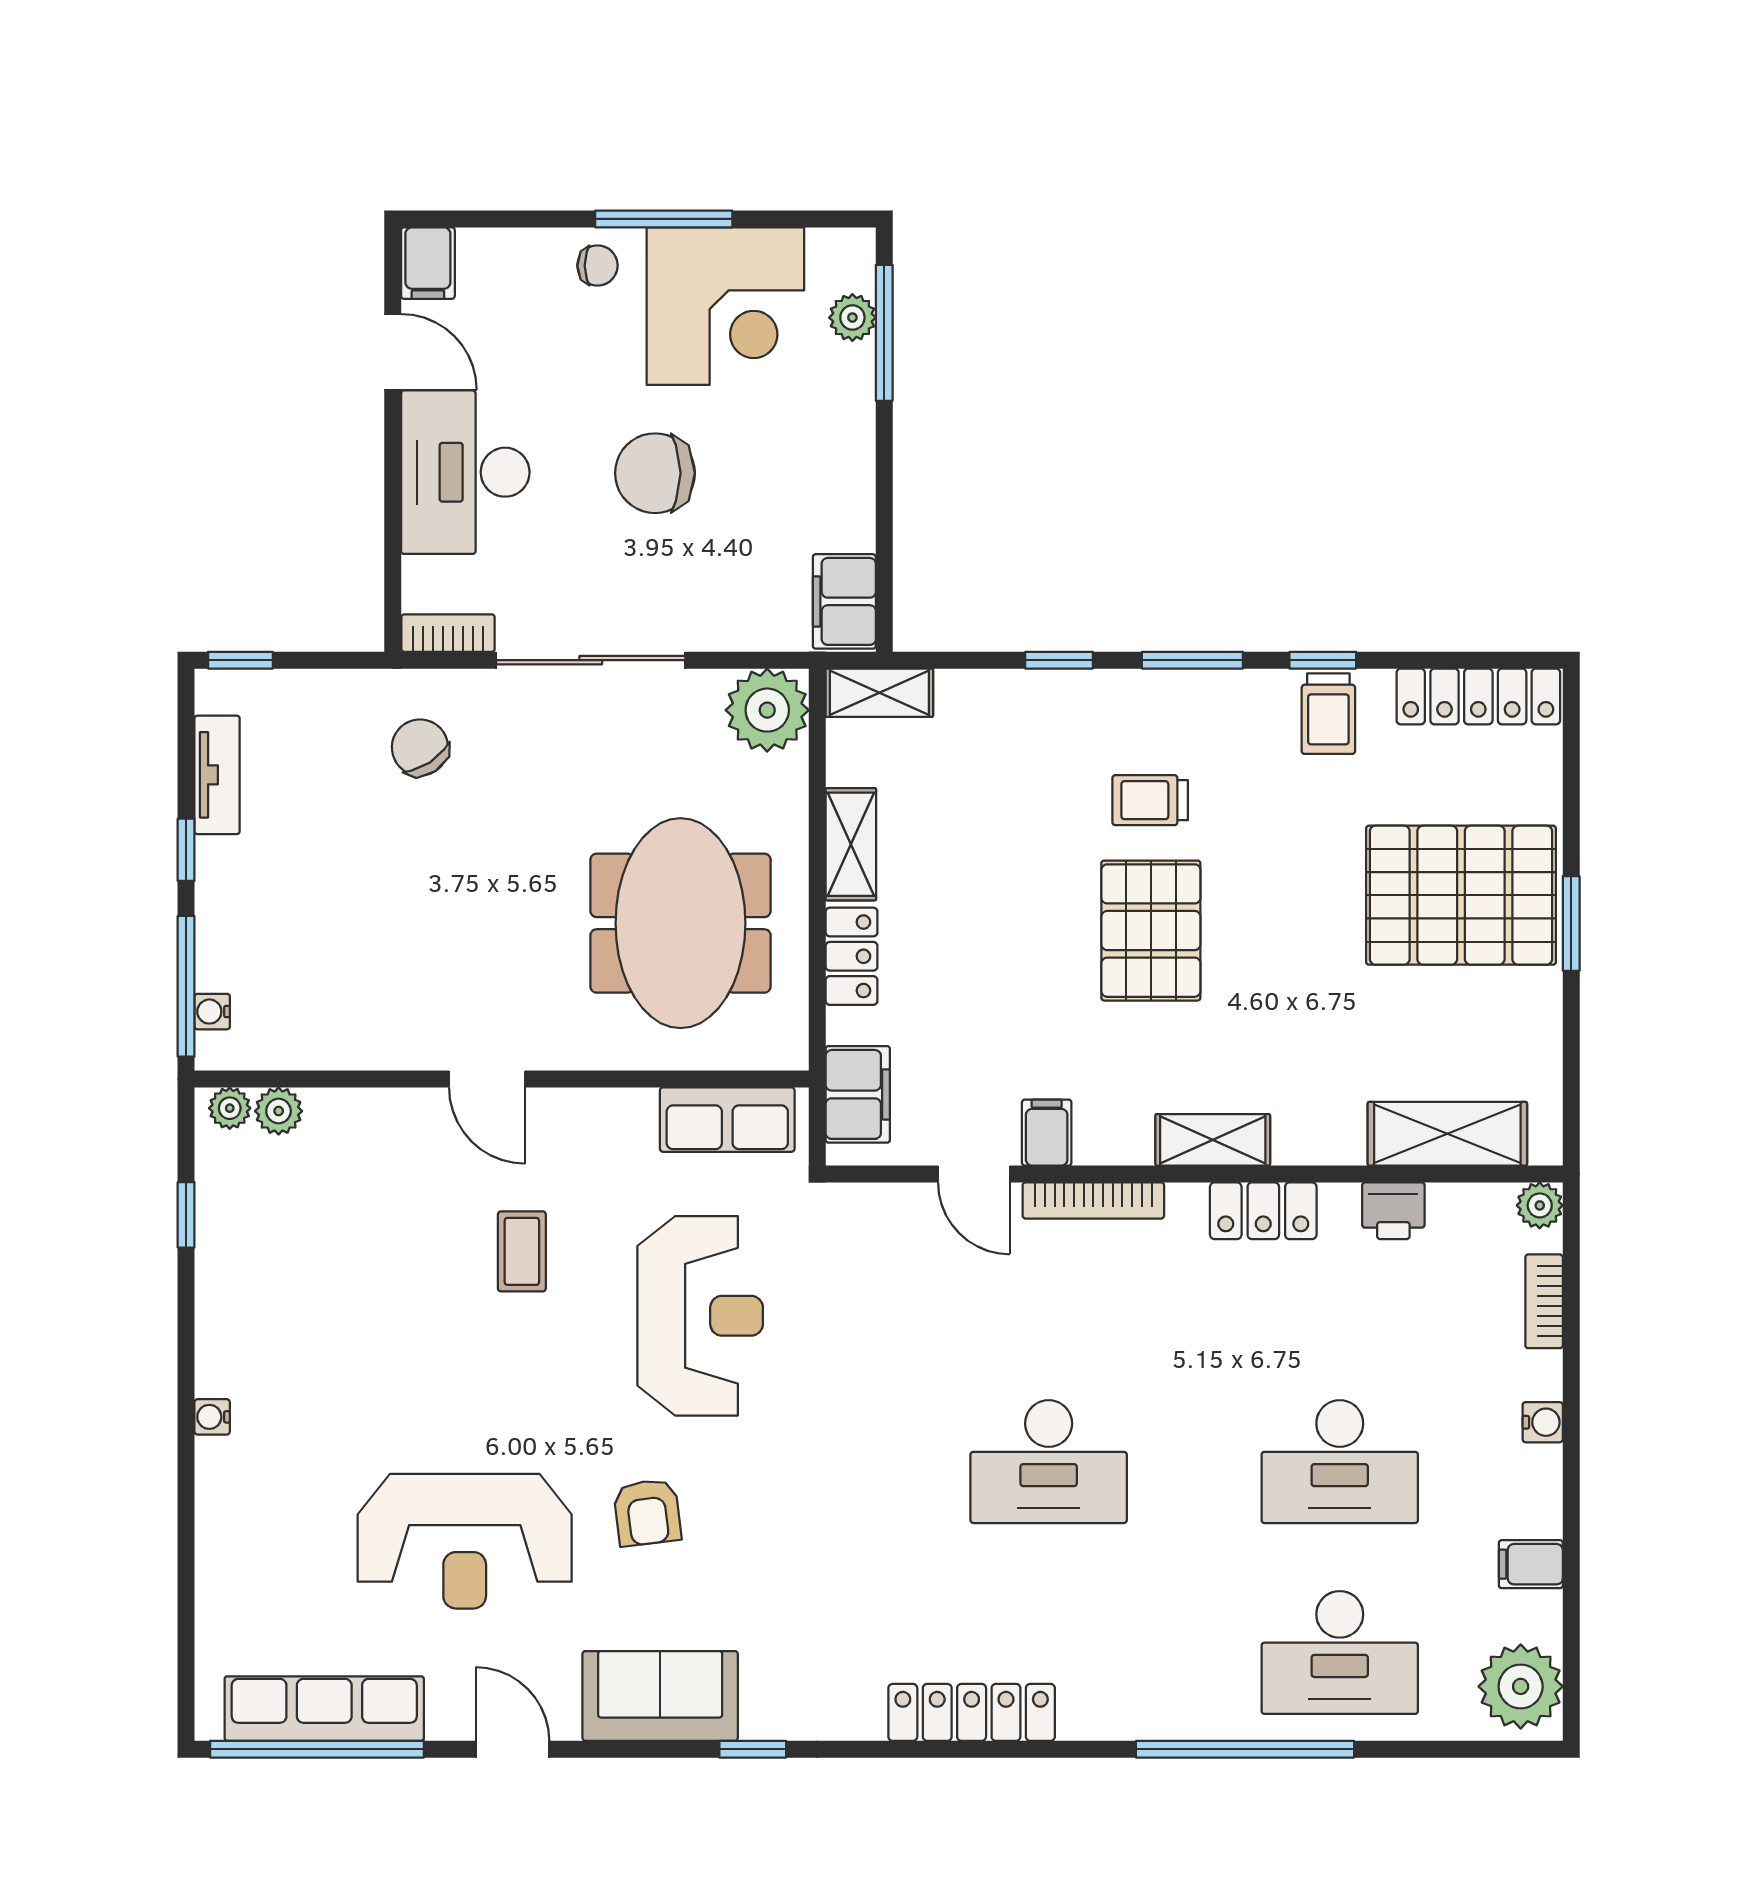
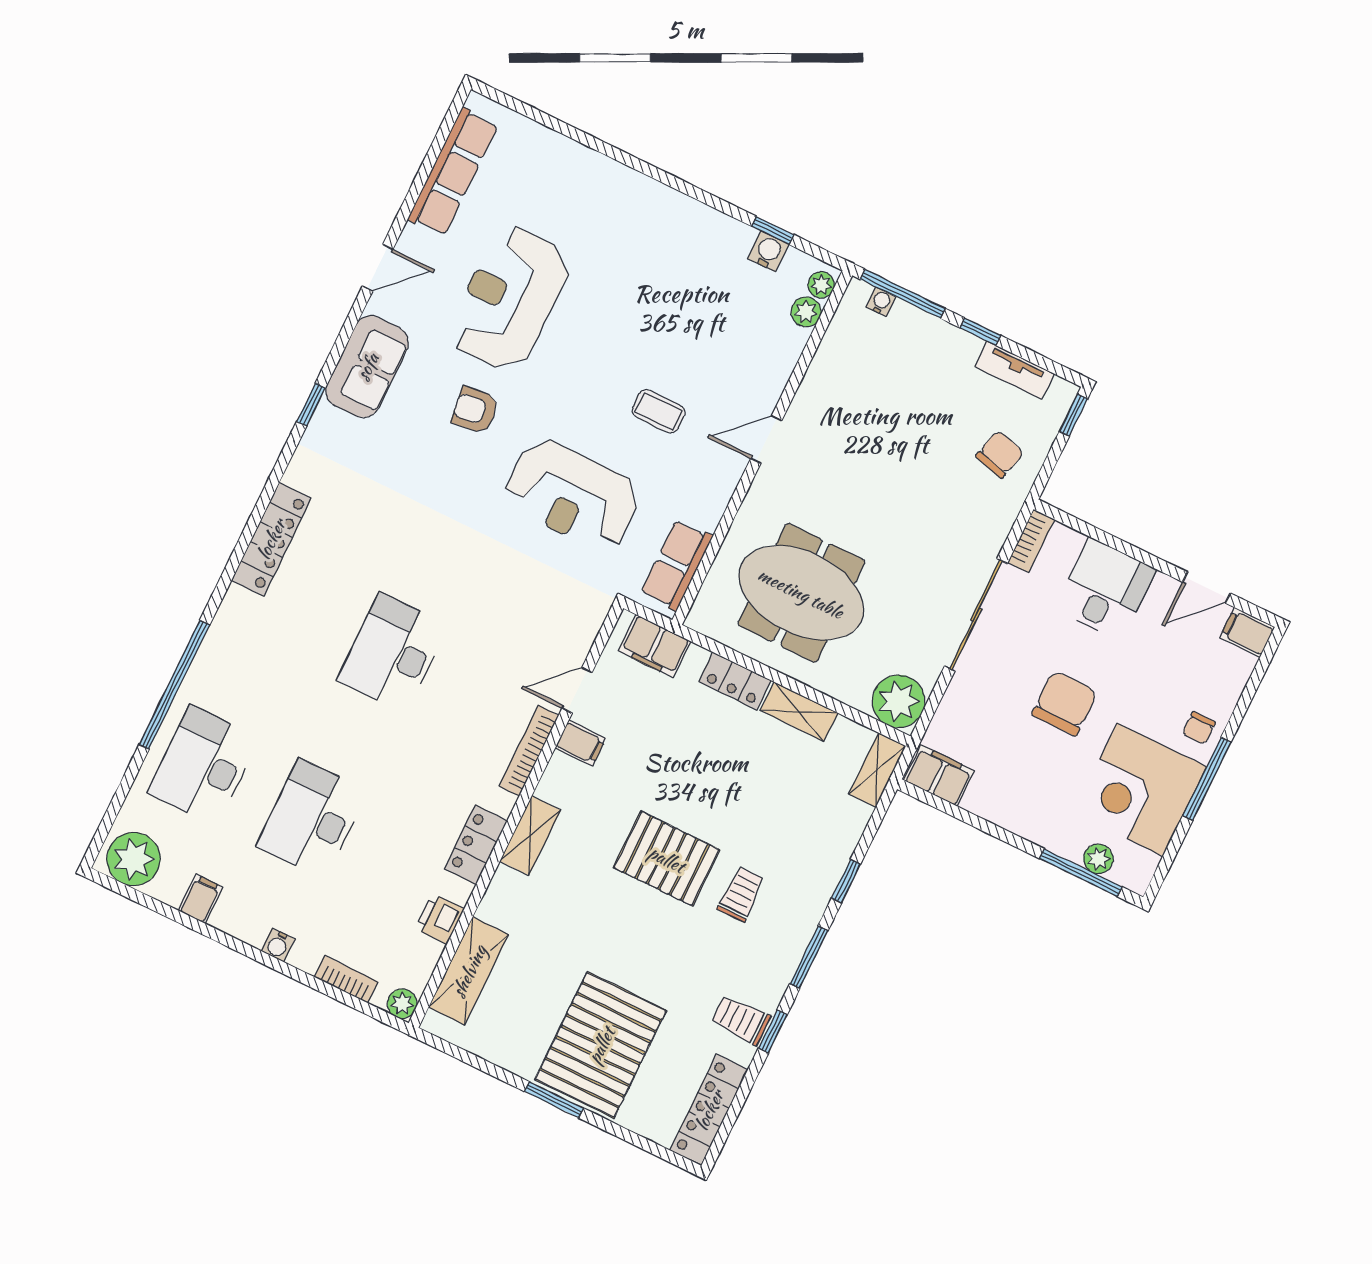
desk: (465, 472) -> (1105, 589), width x0.73
chair: (420, 748) -> (1000, 454), moved, turned -42
water cooler: (212, 1417) -> (768, 251), moved, width x1.38, depth x1.38
window: (317, 1749) -> (432, 157), removed

